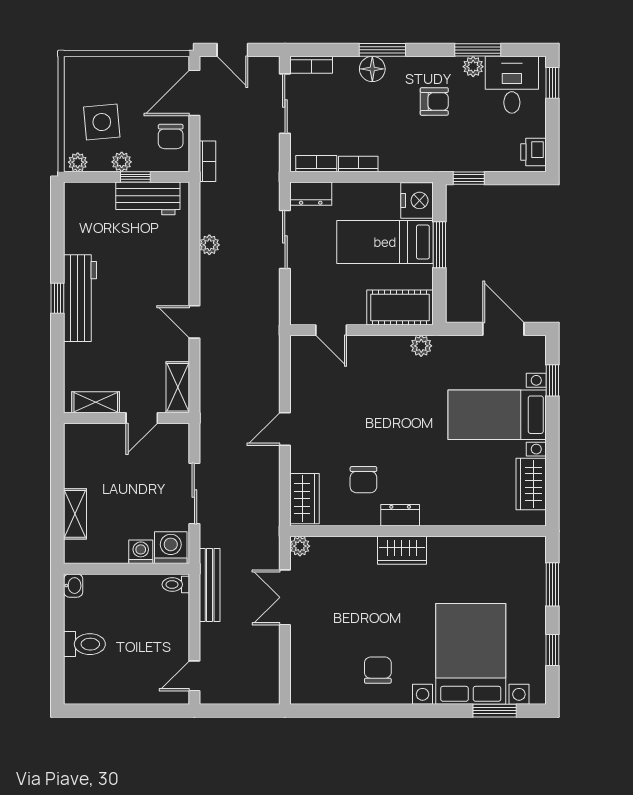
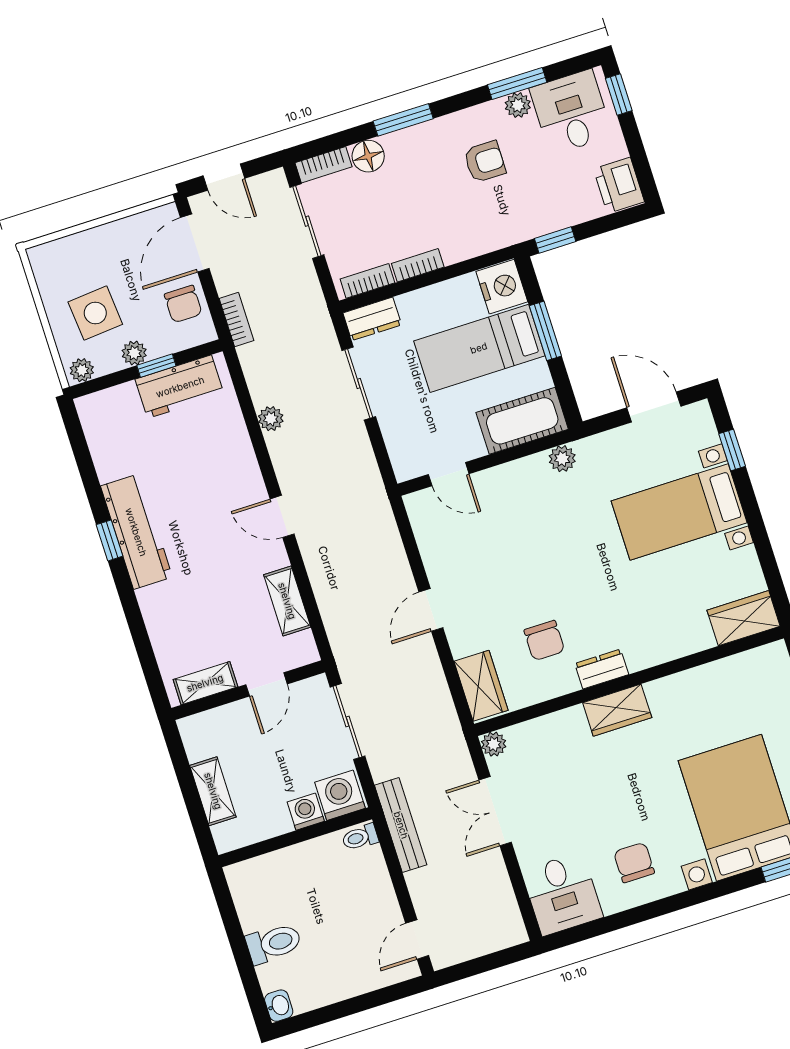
floor lamp: (372, 69) -> (368, 156), moved
printer: (533, 152) -> (619, 185), width x1.36, depth x1.24
shelving: (96, 402) -> (205, 683), moved
wall: (127, 418) -> (248, 690), moved
door: (142, 418) -> (267, 684), moved
wardrobe: (531, 484) -> (744, 618), moved, turned 90
washbasin: (73, 586) -> (279, 1006), moved
desk: (316, 677) -> (562, 894), added

